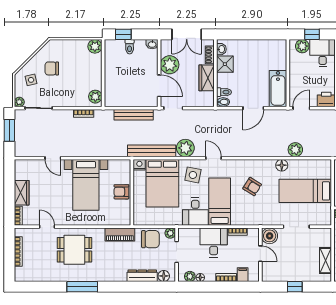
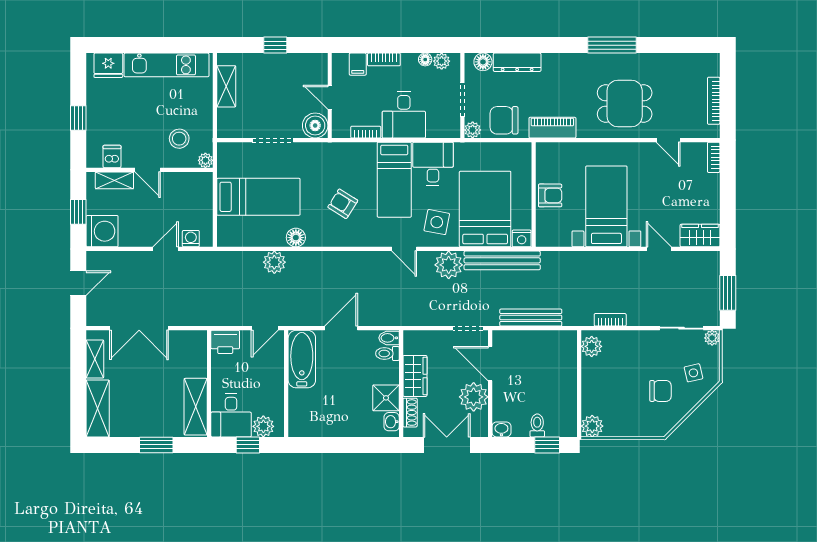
wardrobe: (22, 193) -> (700, 236), moved, turned 90

